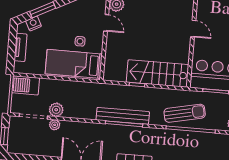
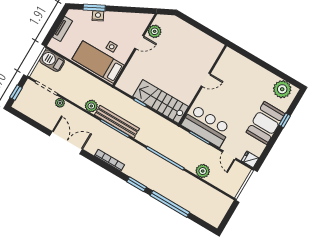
nightstand: (33, 23) -> (98, 16), moved
door: (106, 23) -> (139, 42), hinge flipped
door: (193, 29) -> (206, 80), hinge flipped
plant: (56, 110) -> (91, 106), moved
sun lounger: (185, 113) -> (167, 143), removed

